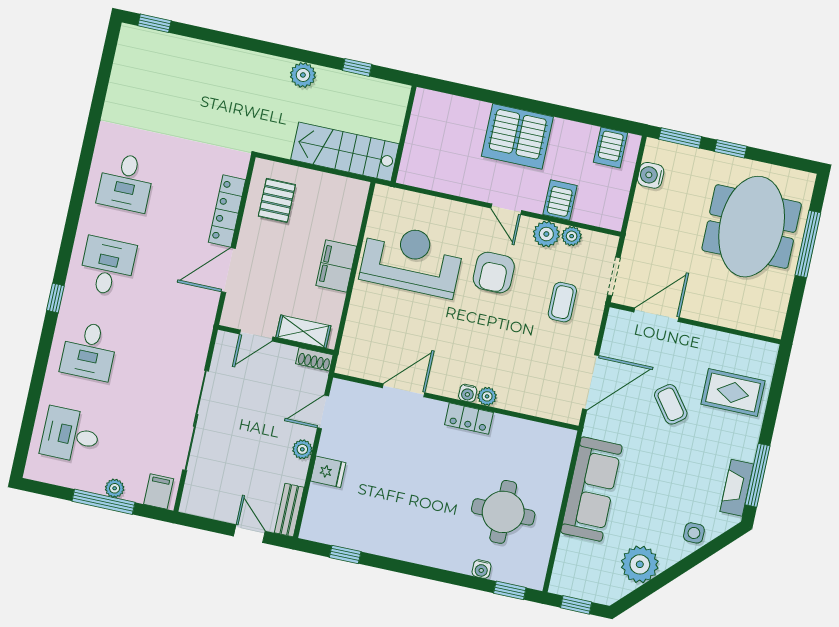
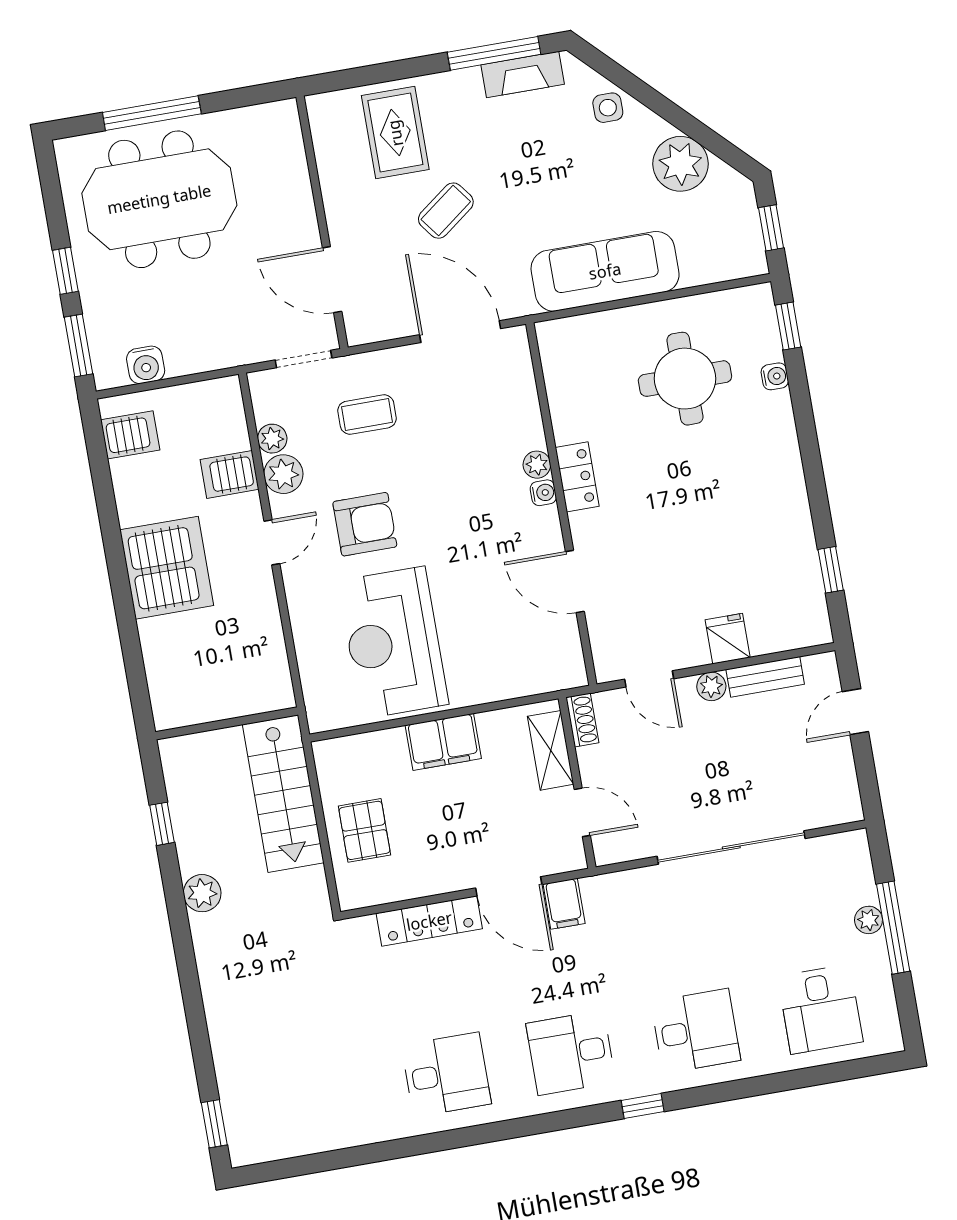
pallet: (277, 200) -> (364, 830), moved, turned 90
filing cabinet: (159, 491) -> (564, 904), moved, turned -90
bench: (289, 510) -> (765, 677), moved

